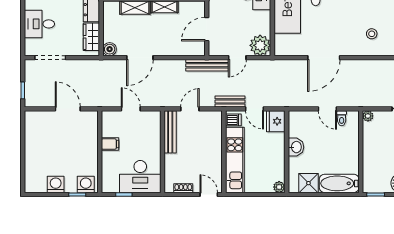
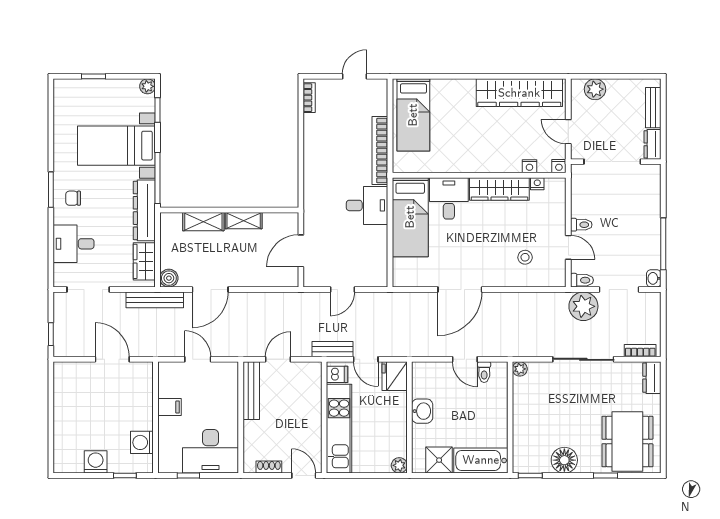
plant: (260, 45) -> (373, 273), removed
bench: (207, 65) -> (155, 300), moved
washing machine: (86, 184) -> (142, 442), moved, turned -90

